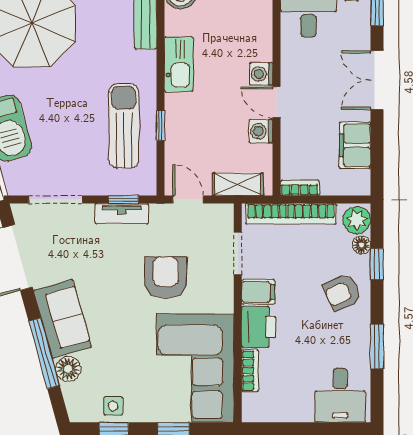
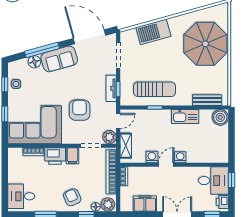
plant: (220, 217) -> (109, 137), added
armchair: (166, 277) -> (80, 110), turned -90

